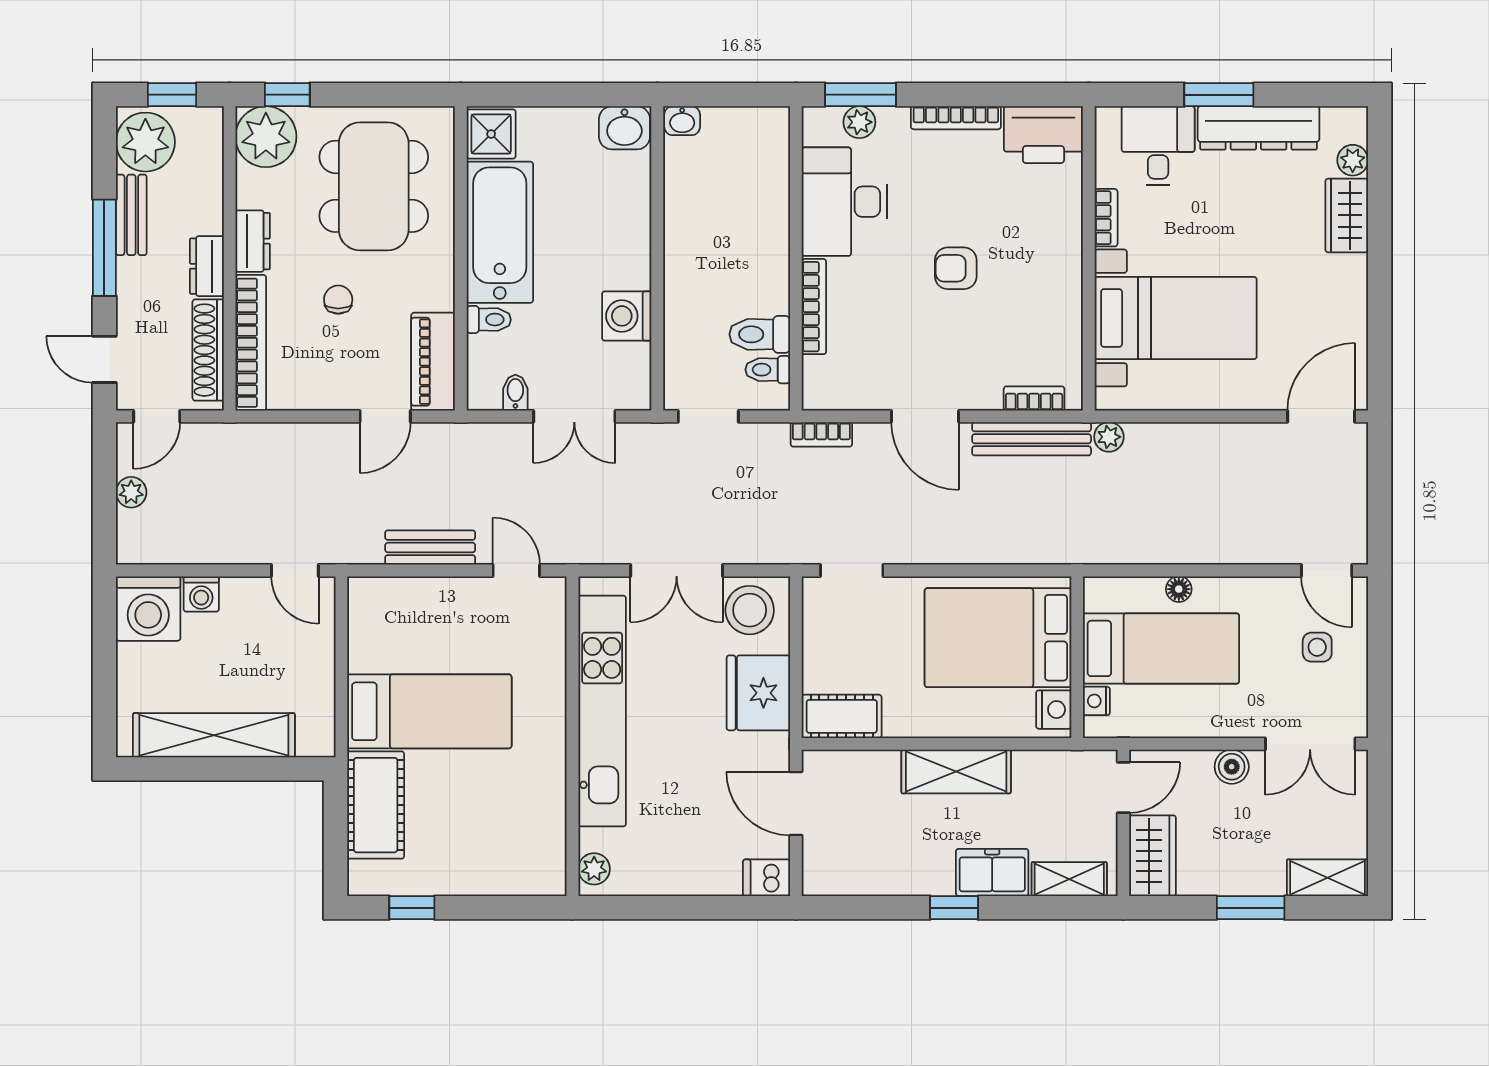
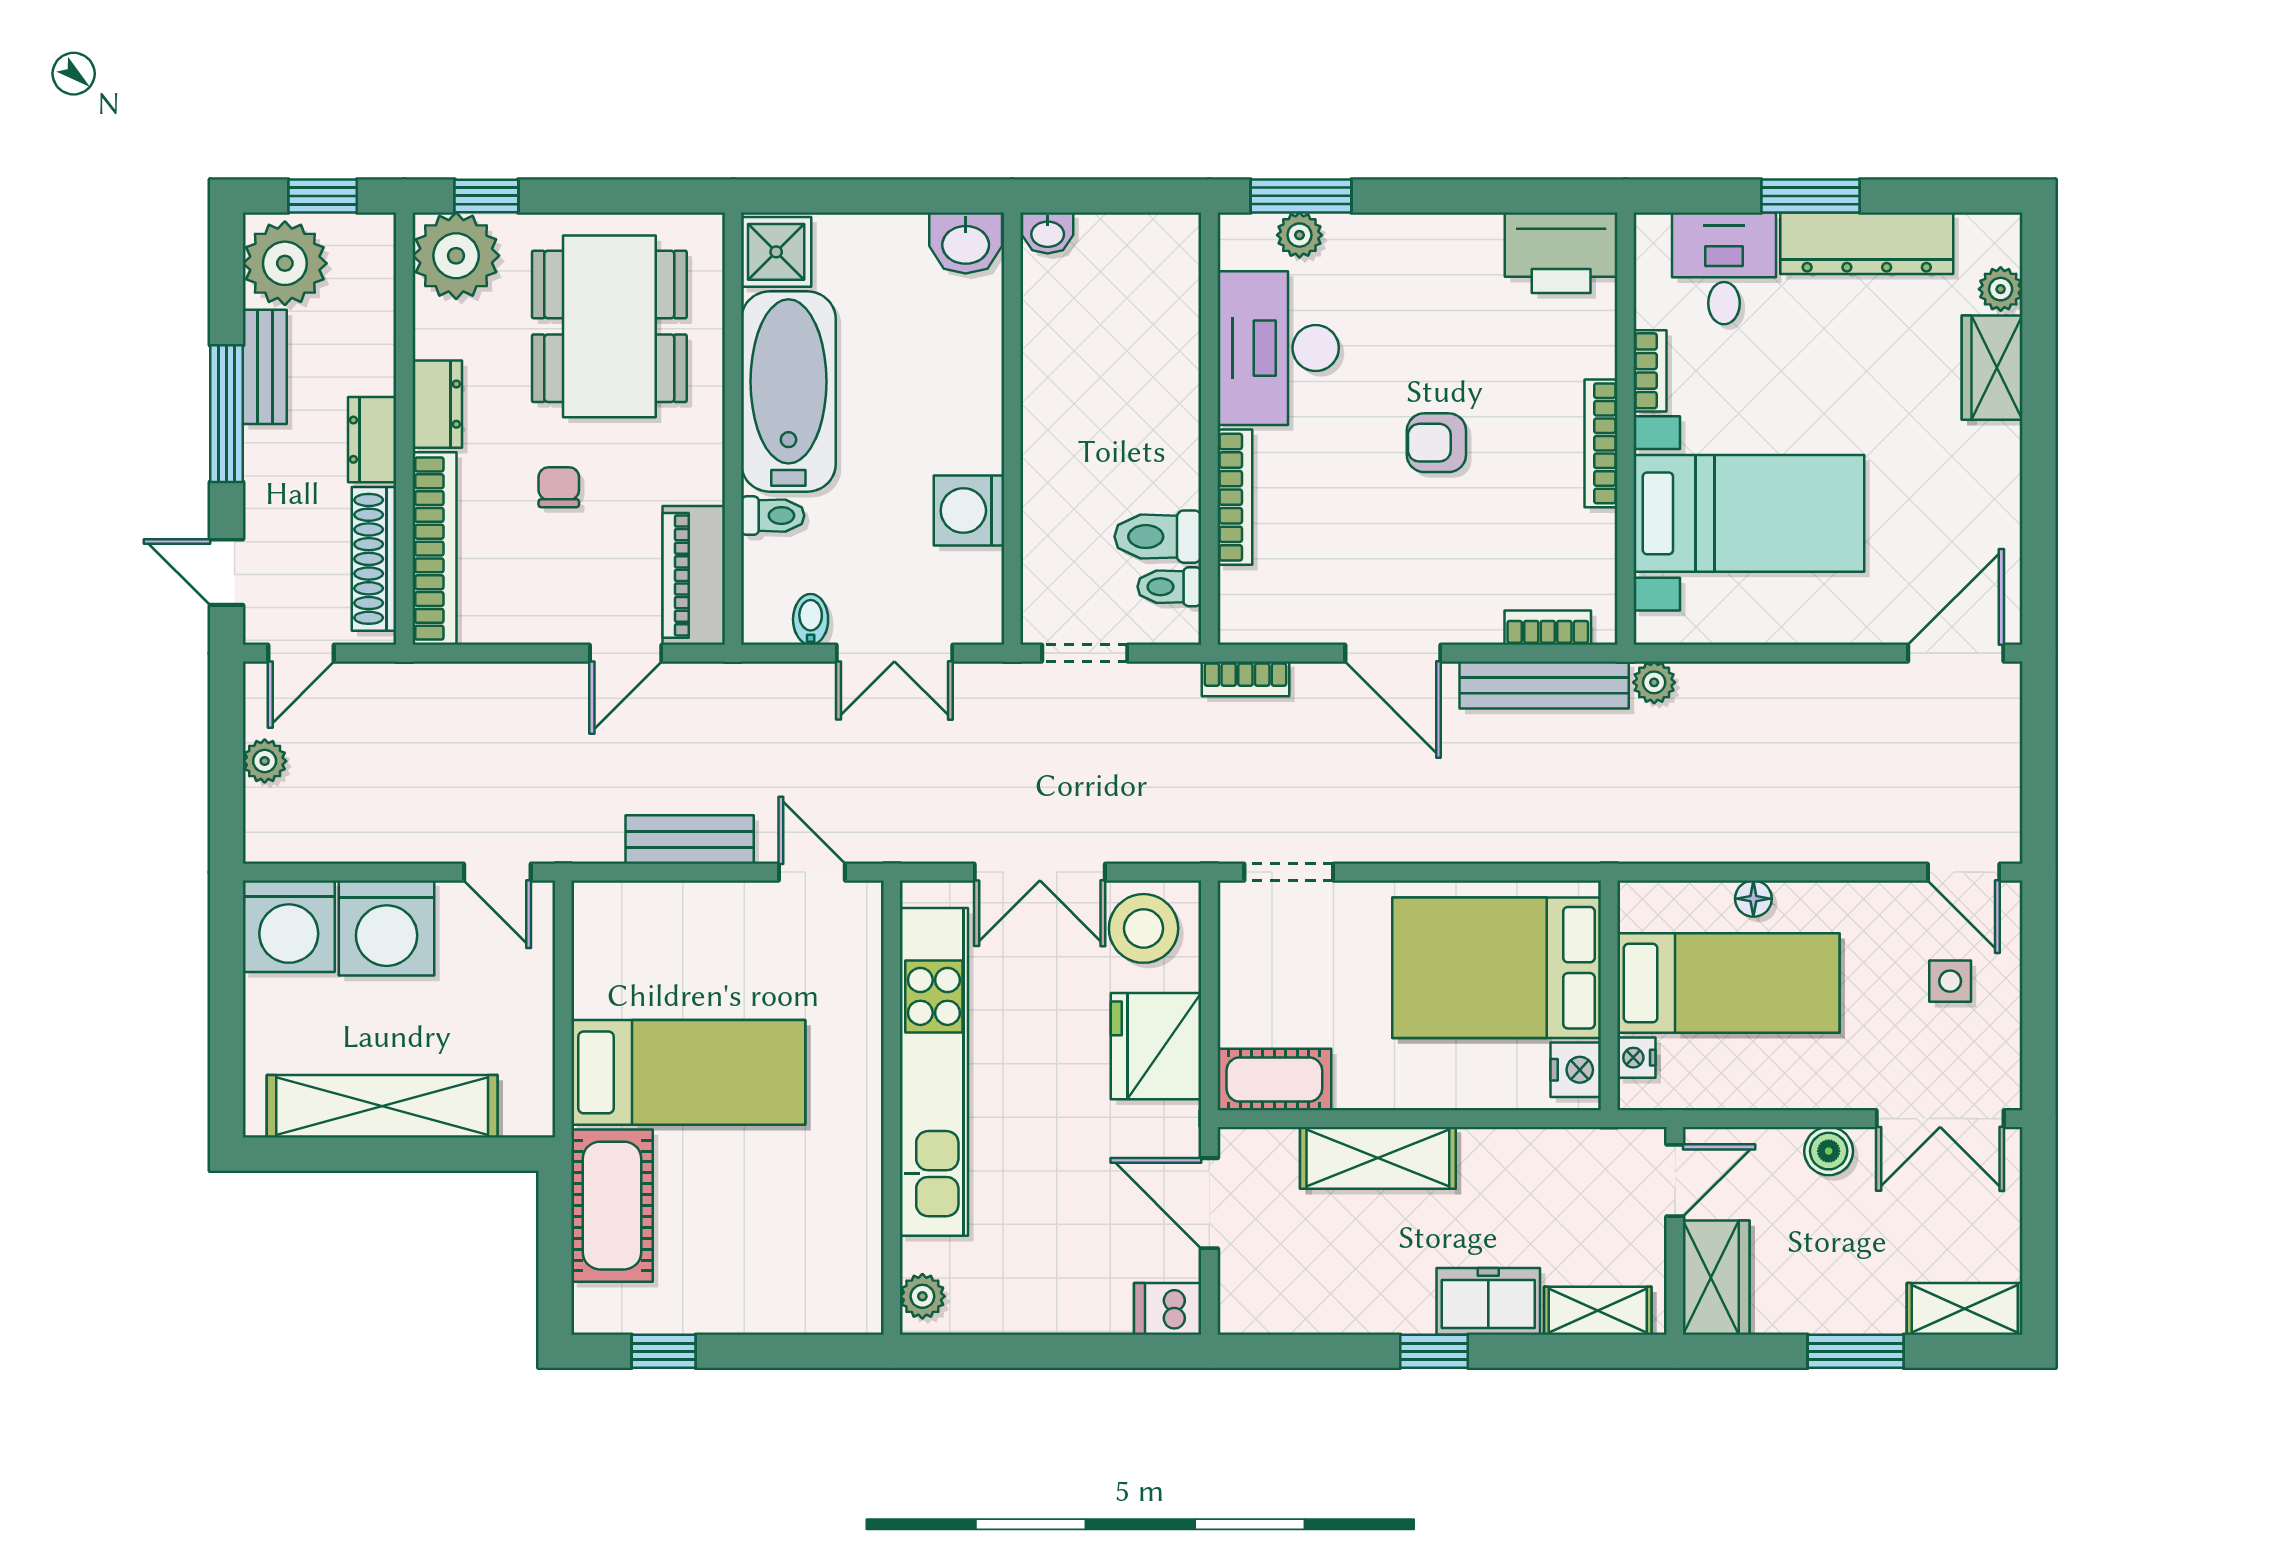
bookcase: (956, 118) -> (1601, 443), moved, turned 90
washing machine: (201, 594) -> (387, 928), width x1.89, depth x1.89
shelving: (956, 772) -> (1378, 1158), moved

